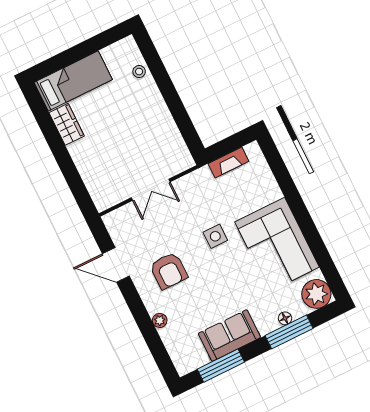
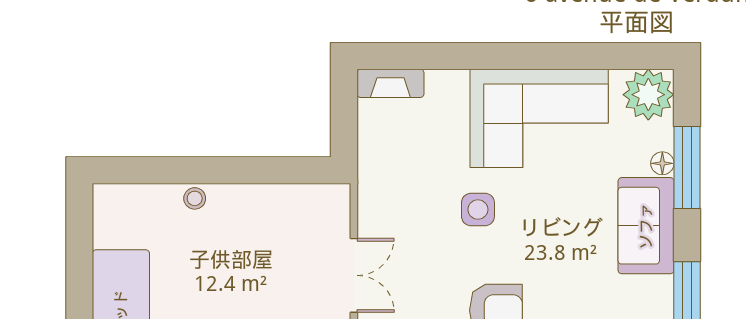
stool: (139, 72) -> (195, 198), moved
fireplace: (228, 162) -> (390, 83), moved, turned 90
sofa: (229, 335) -> (646, 226), moved

